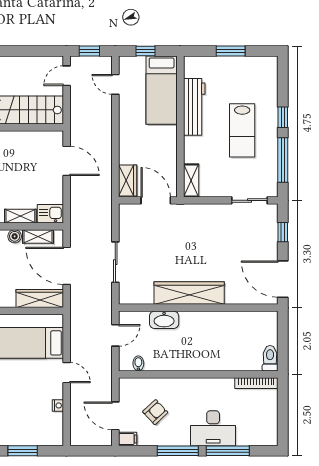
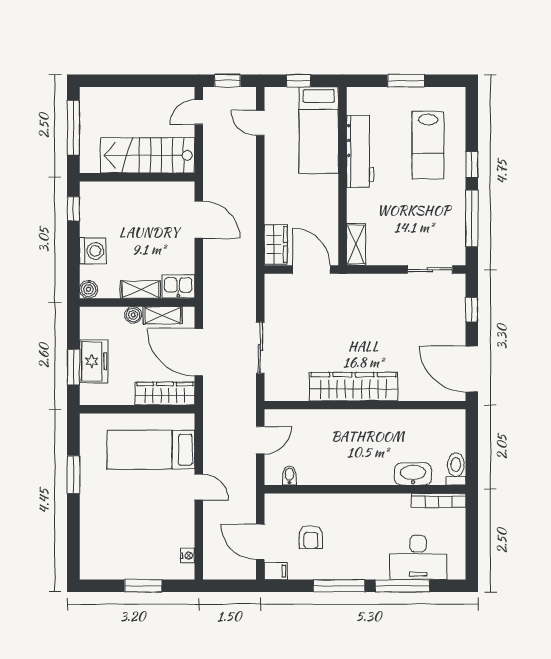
lab bench: (242, 130) -> (428, 145), moved
washbasin: (164, 320) -> (413, 474), moved, turned 180
nightstand: (58, 405) -> (188, 556), moved
armchair: (155, 412) -> (311, 537), turned 133
desk: (213, 428) -> (418, 557), moved

